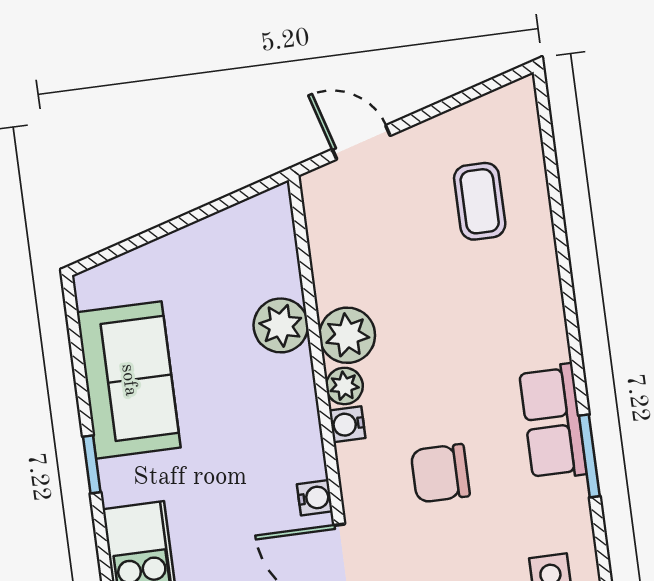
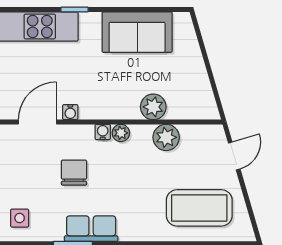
coffee table: (480, 201) -> (199, 208), width x1.86, depth x1.72
plant: (347, 335) -> (166, 137), moved
window: (92, 464) -> (75, 10), moved

